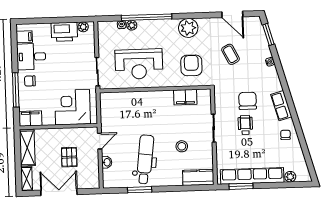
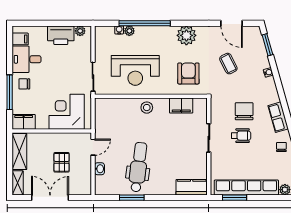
wheelchair: (245, 125) -> (241, 136), turned 90
stool: (182, 146) -> (147, 108), moved

